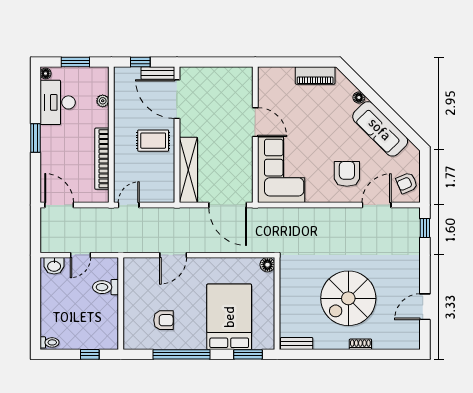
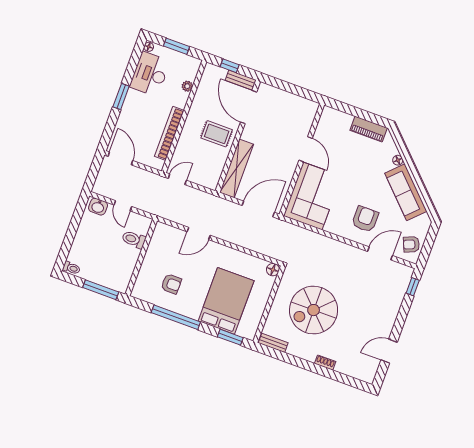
door: (228, 205) -> (258, 209), swing flipped
door: (80, 255) -> (123, 206), hinge flipped
spiral stairs: (348, 298) -> (314, 310), moved
window: (90, 354) -> (101, 290), width x2.17

